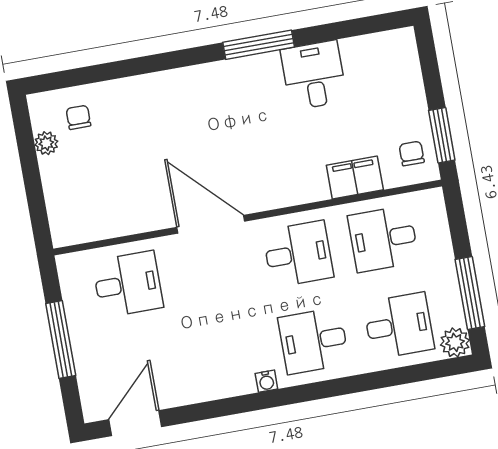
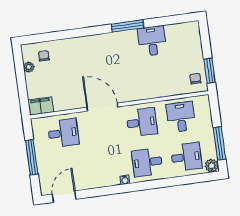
filing cabinet: (355, 178) -> (41, 106), moved
desk: (383, 239) -> (181, 117), turned 90

